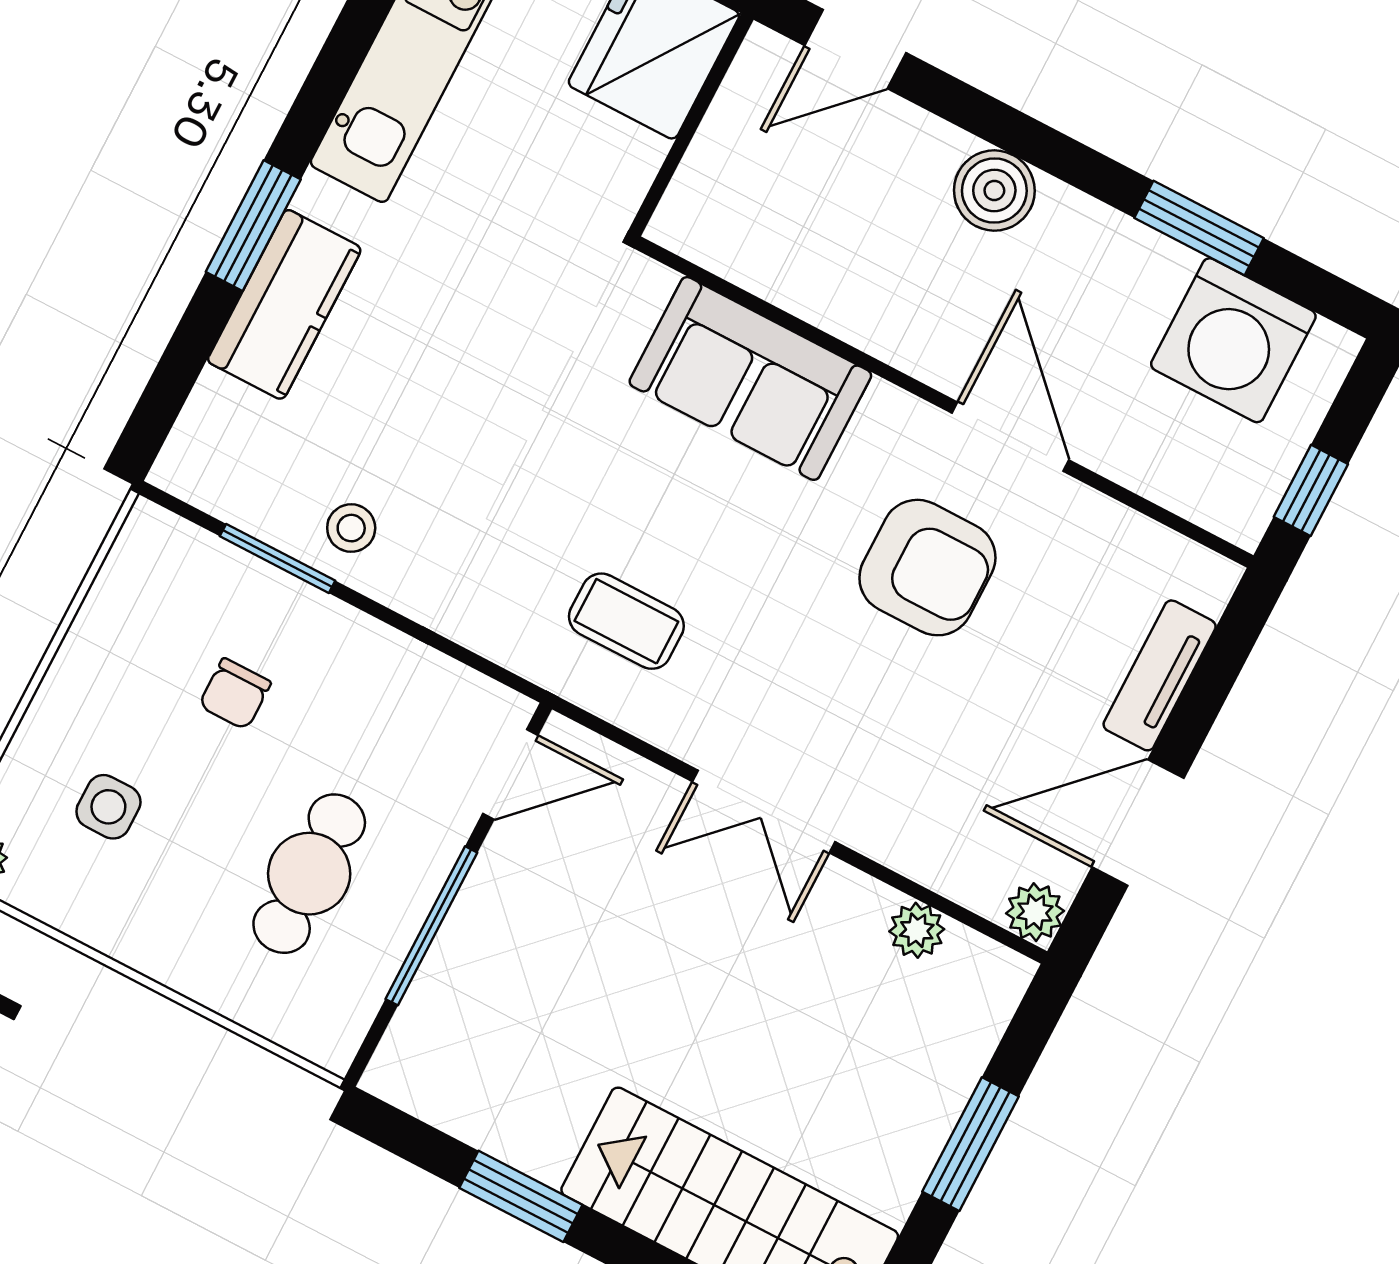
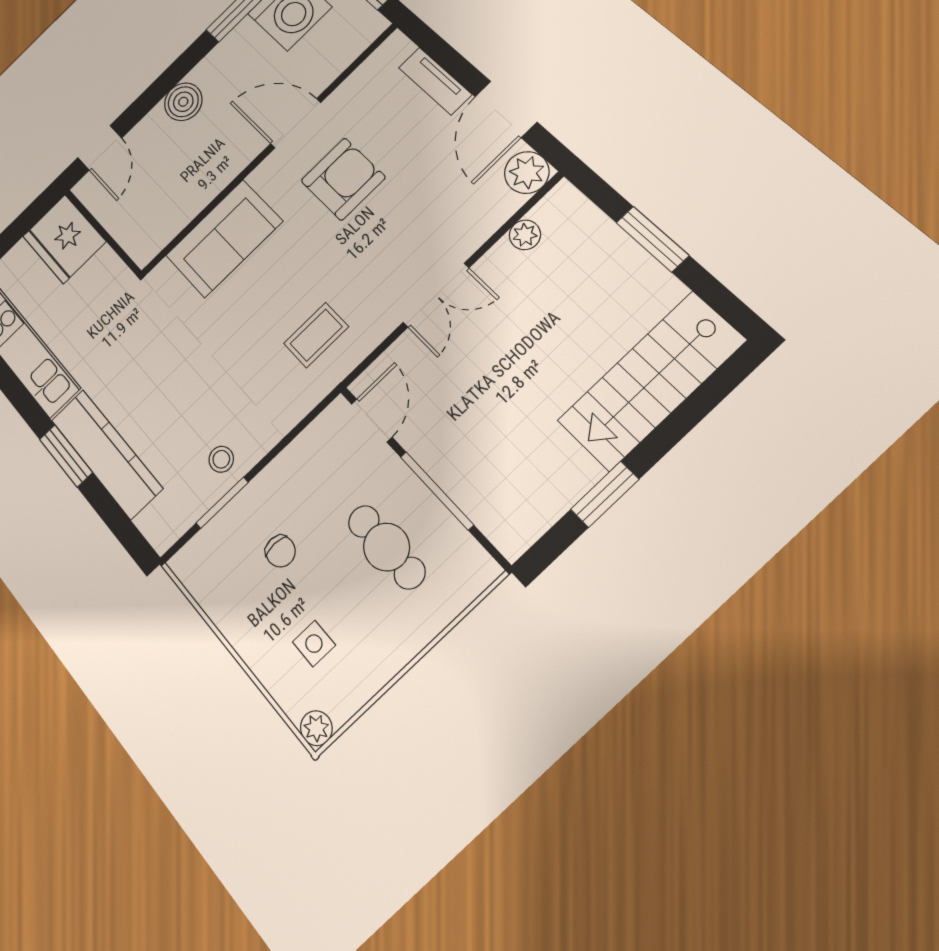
kitchen counter: (284, 305) -> (106, 454), width x1.50
plant: (1035, 912) -> (527, 173), width x1.38, depth x1.38

